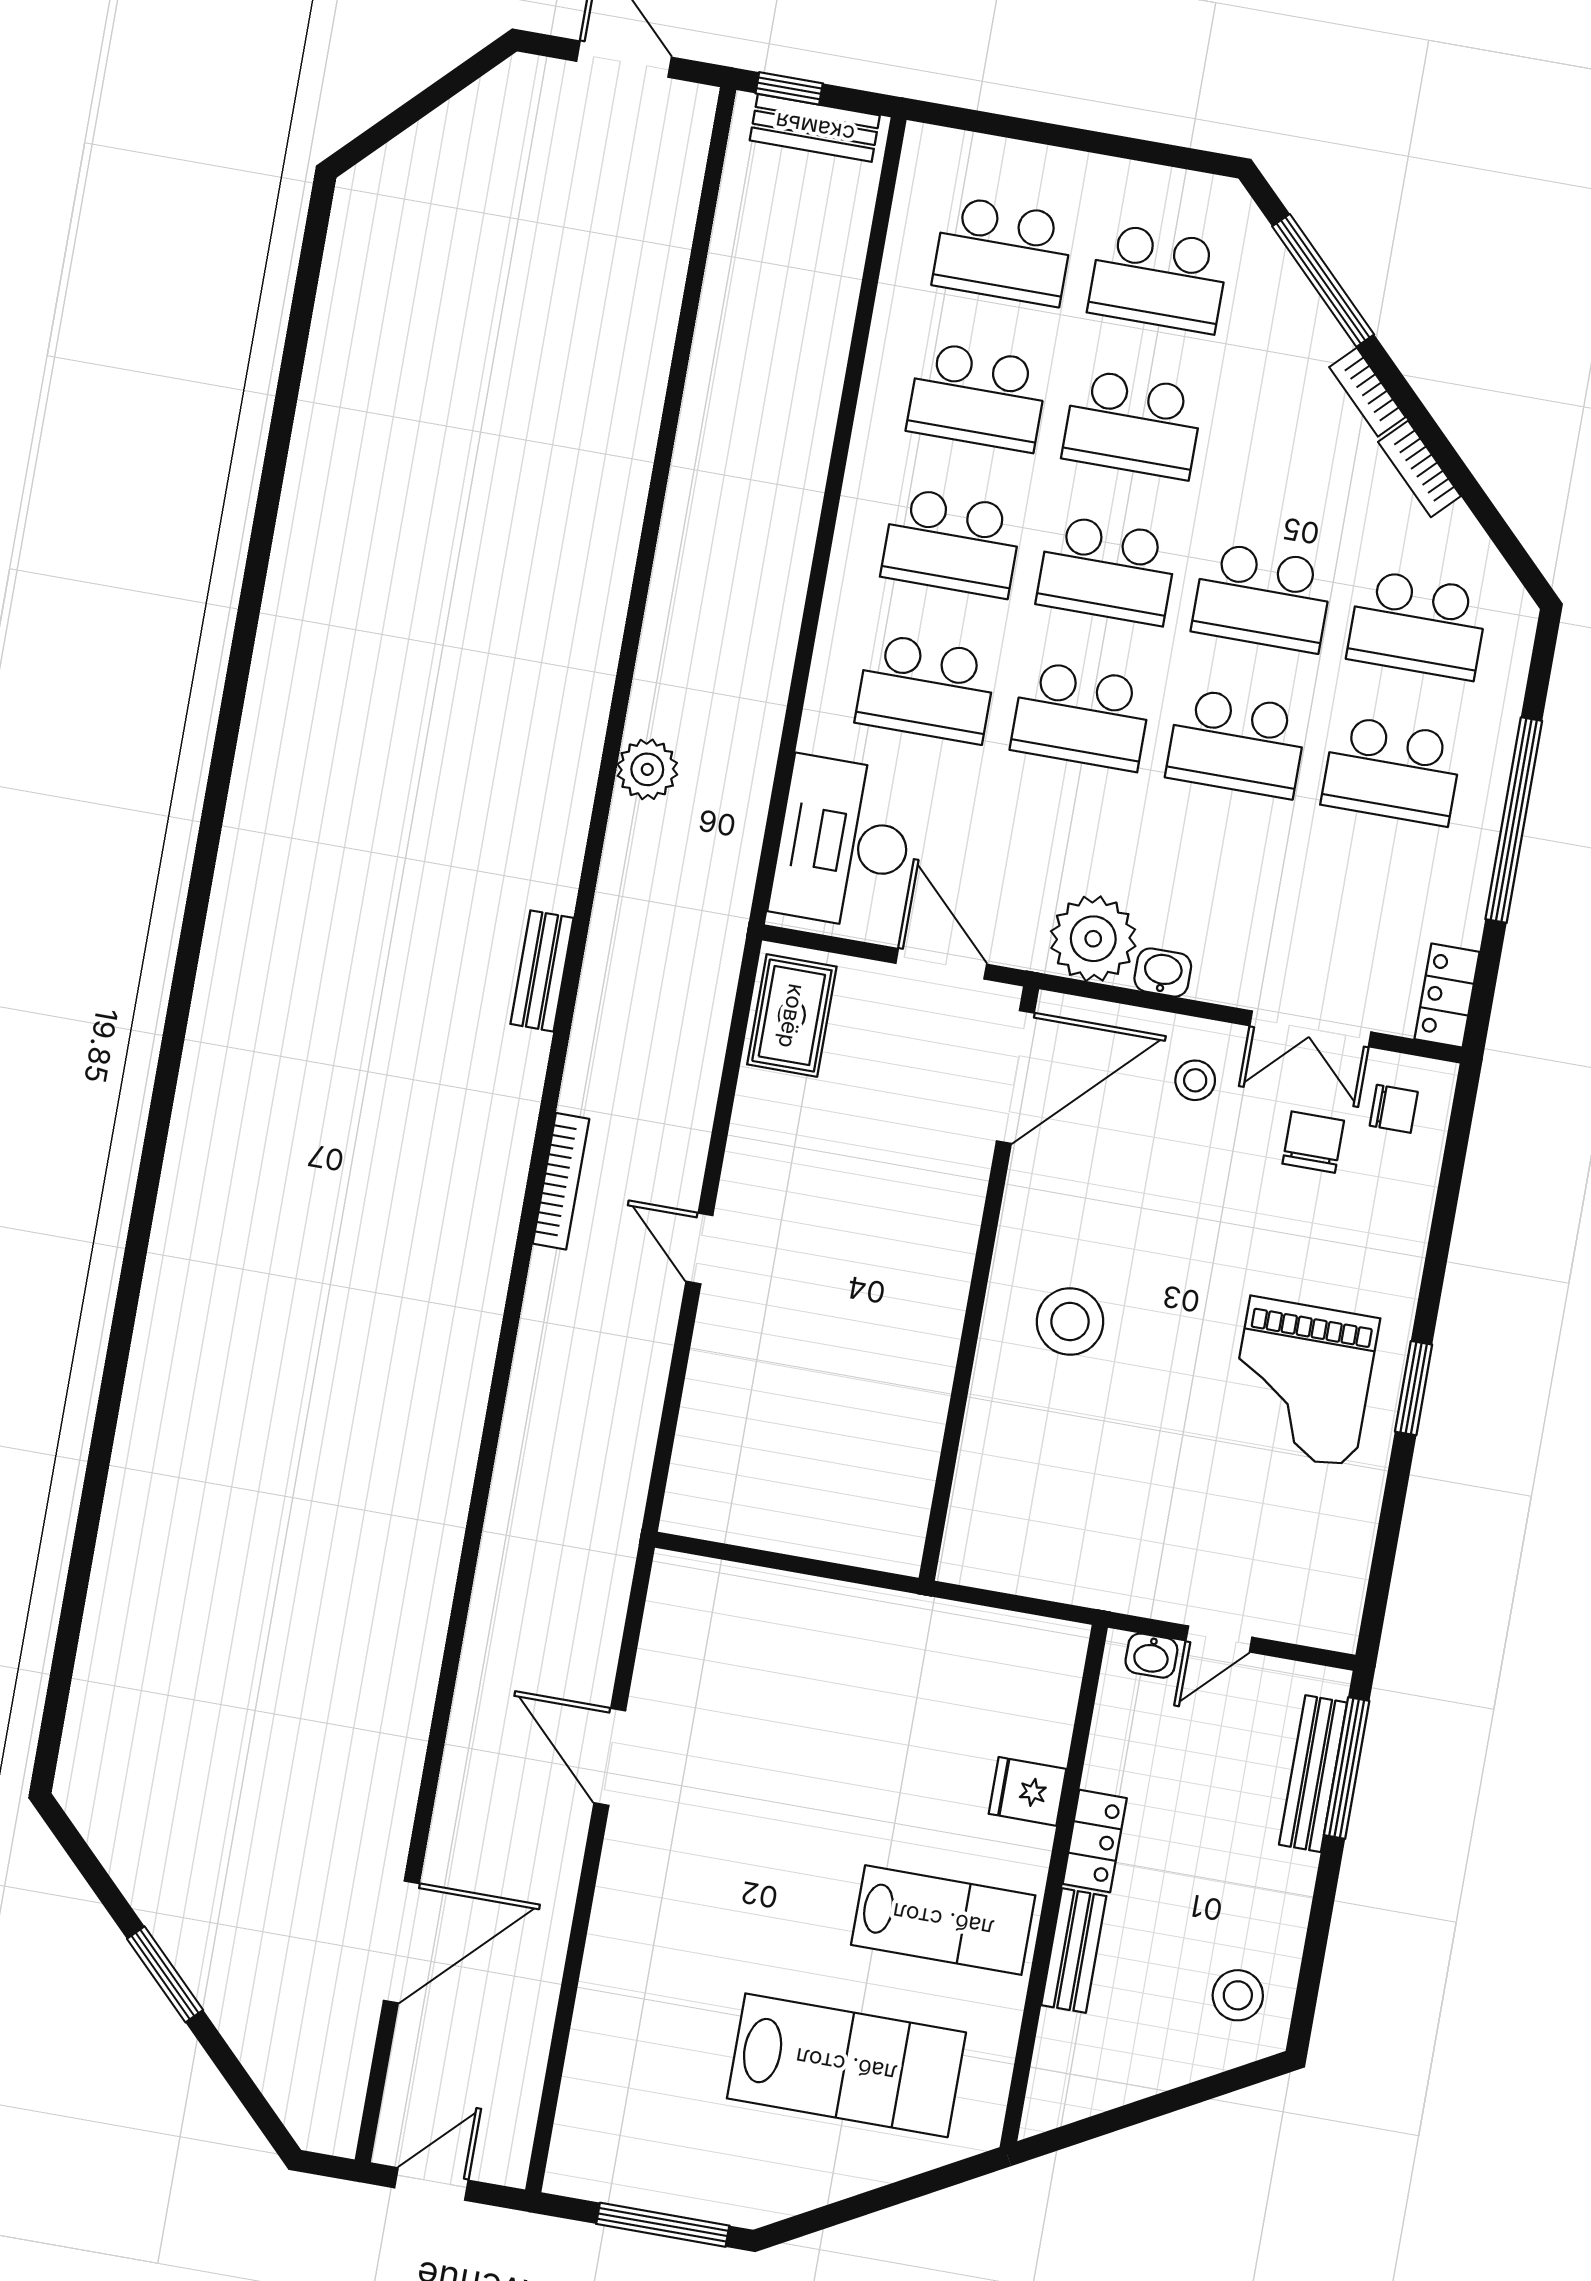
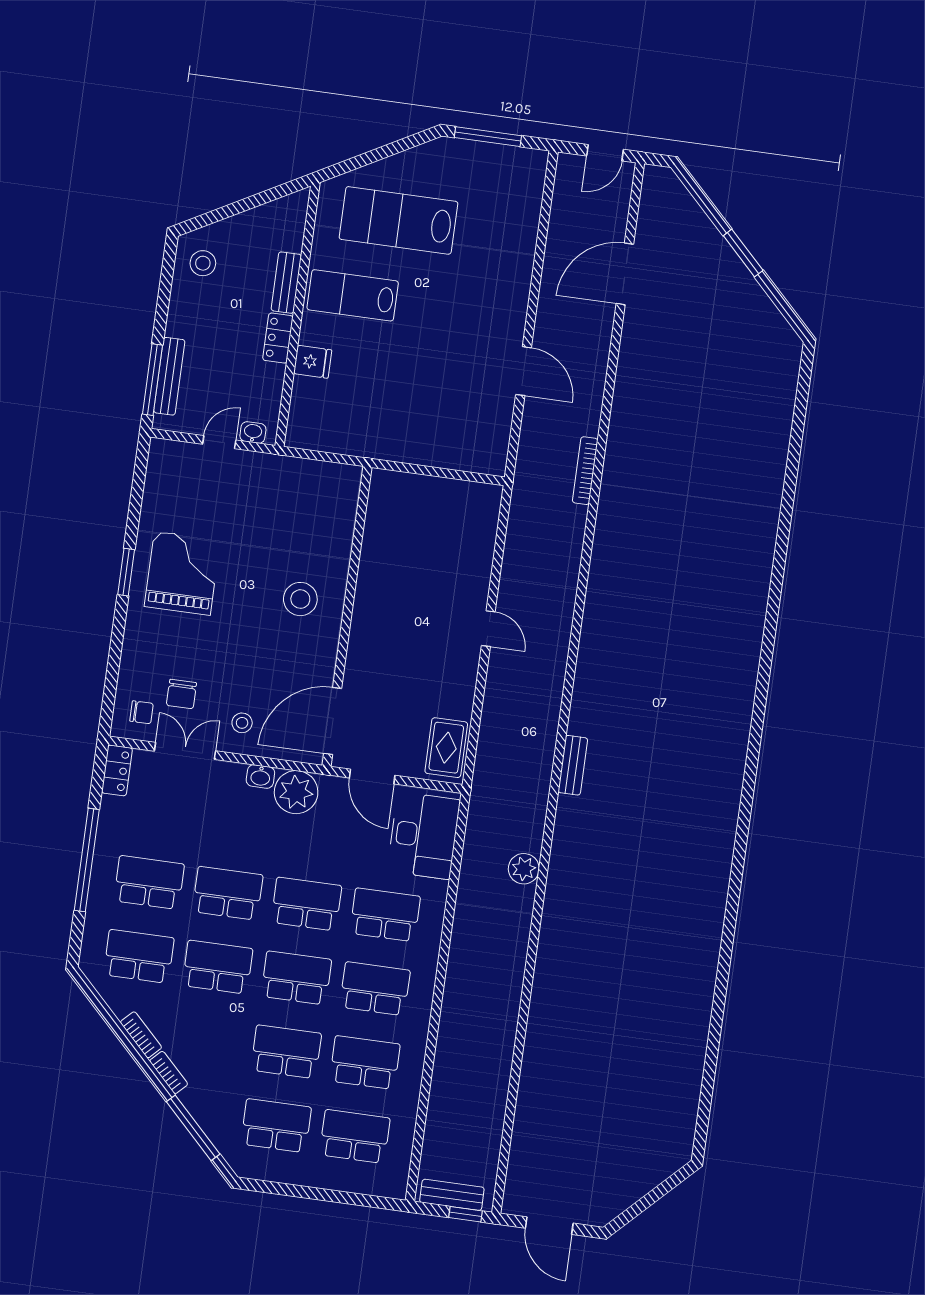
chair: (1394, 1109) -> (142, 712), turned 180
bookcase: (561, 1181) -> (585, 471), moved

